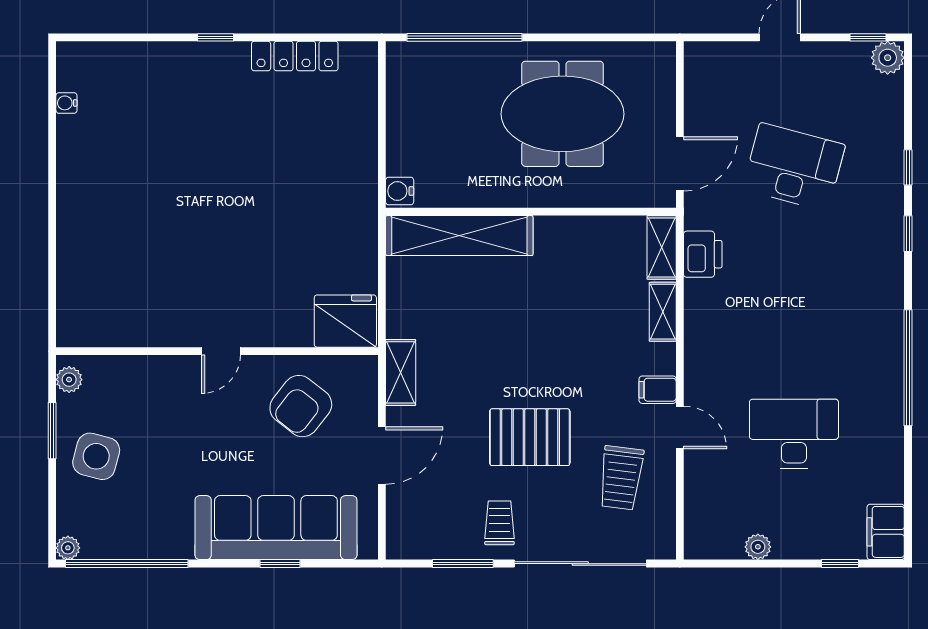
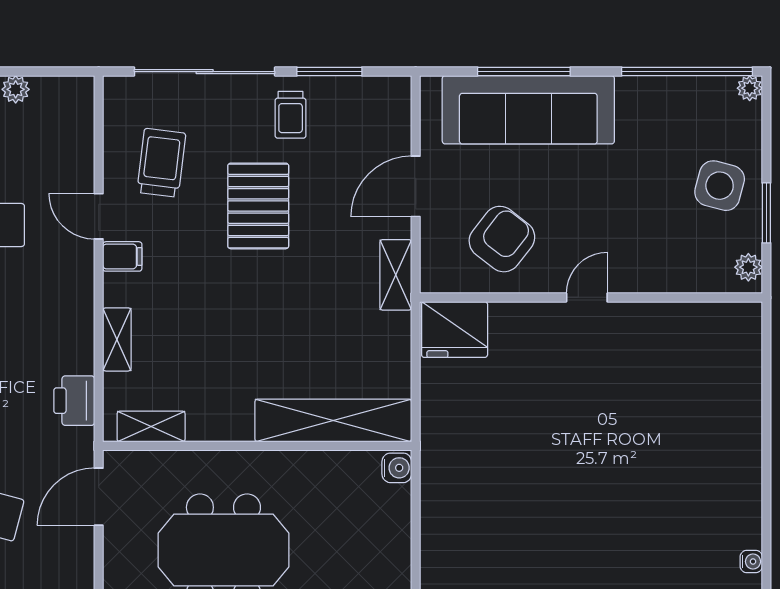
shelving: (662, 247) -> (151, 426), moved, turned 90
pallet: (530, 437) -> (258, 206), turned 90
window: (280, 564) -> (524, 72), width x2.17

